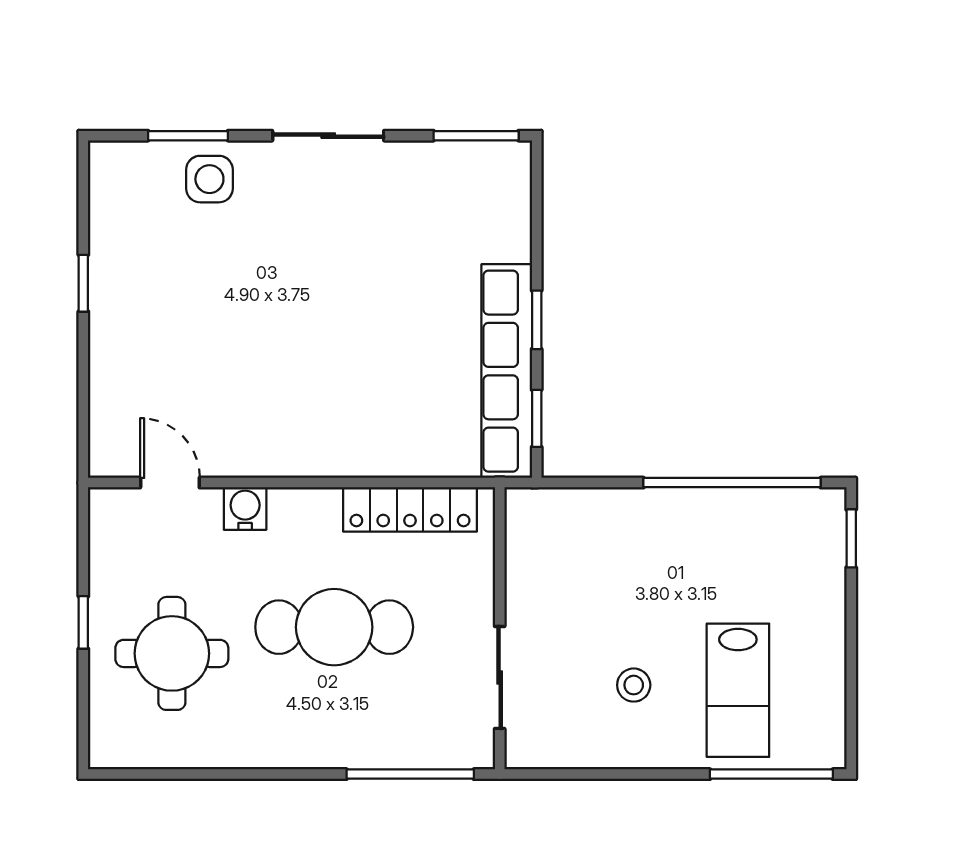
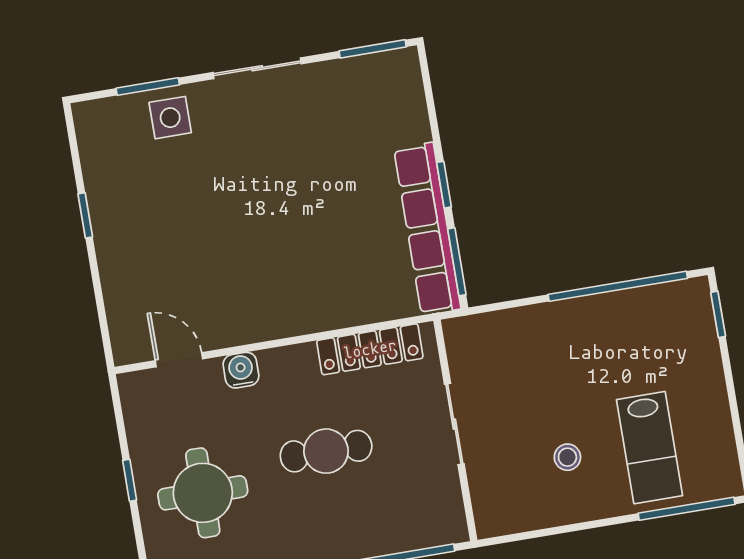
window: (537, 418) -> (457, 262), width x1.50
cafe table: (334, 627) -> (326, 451), width x0.73, depth x0.74
sliding door: (500, 678) -> (454, 424), moved

